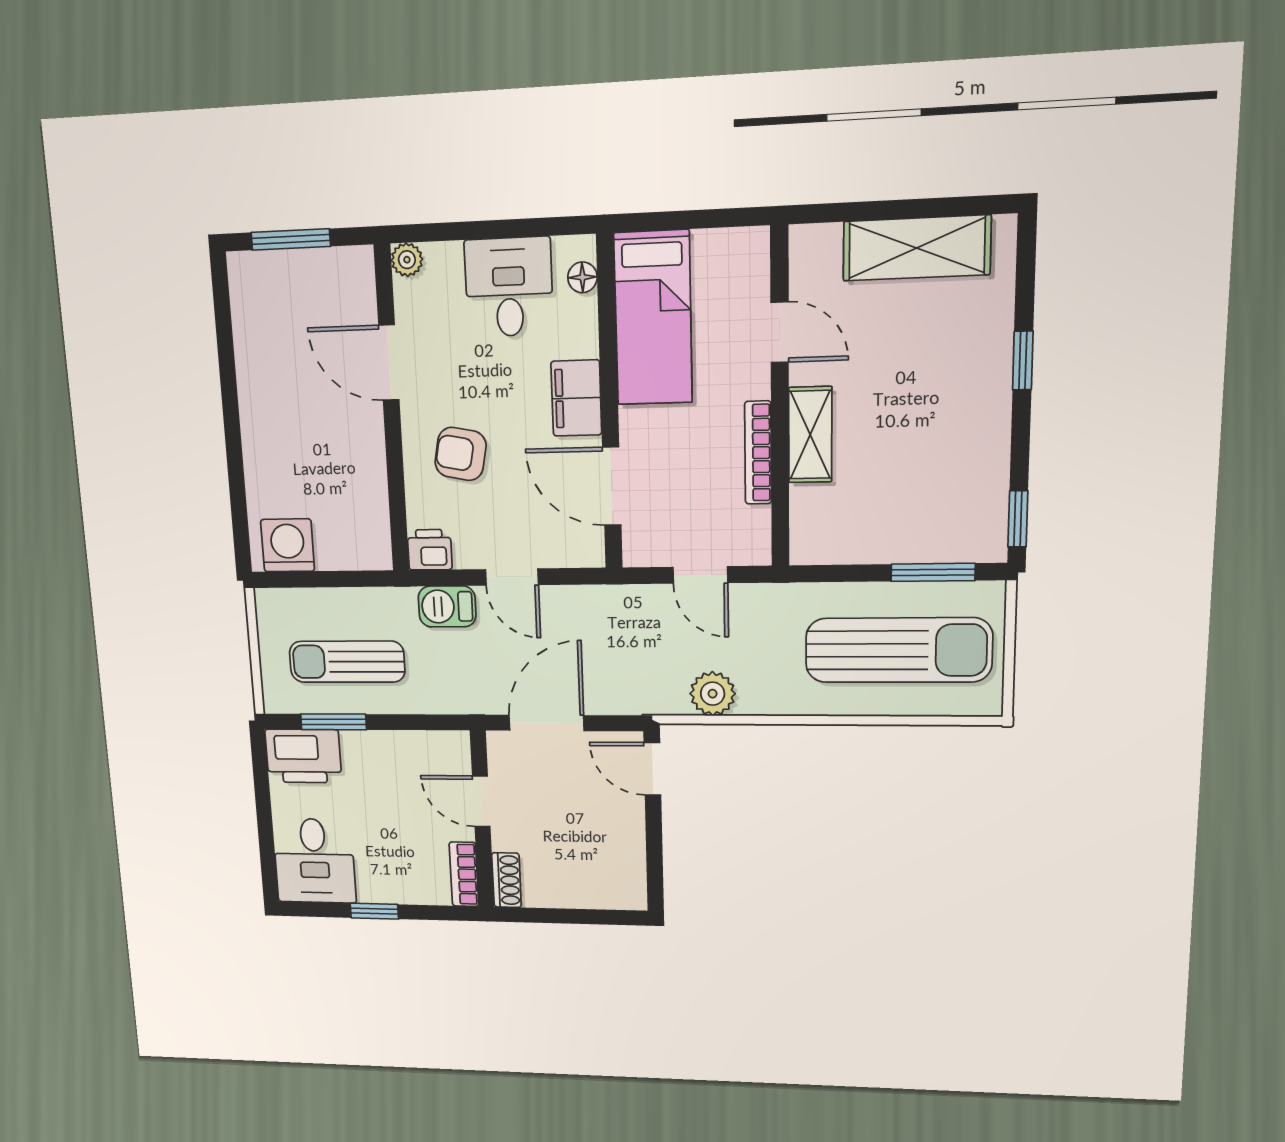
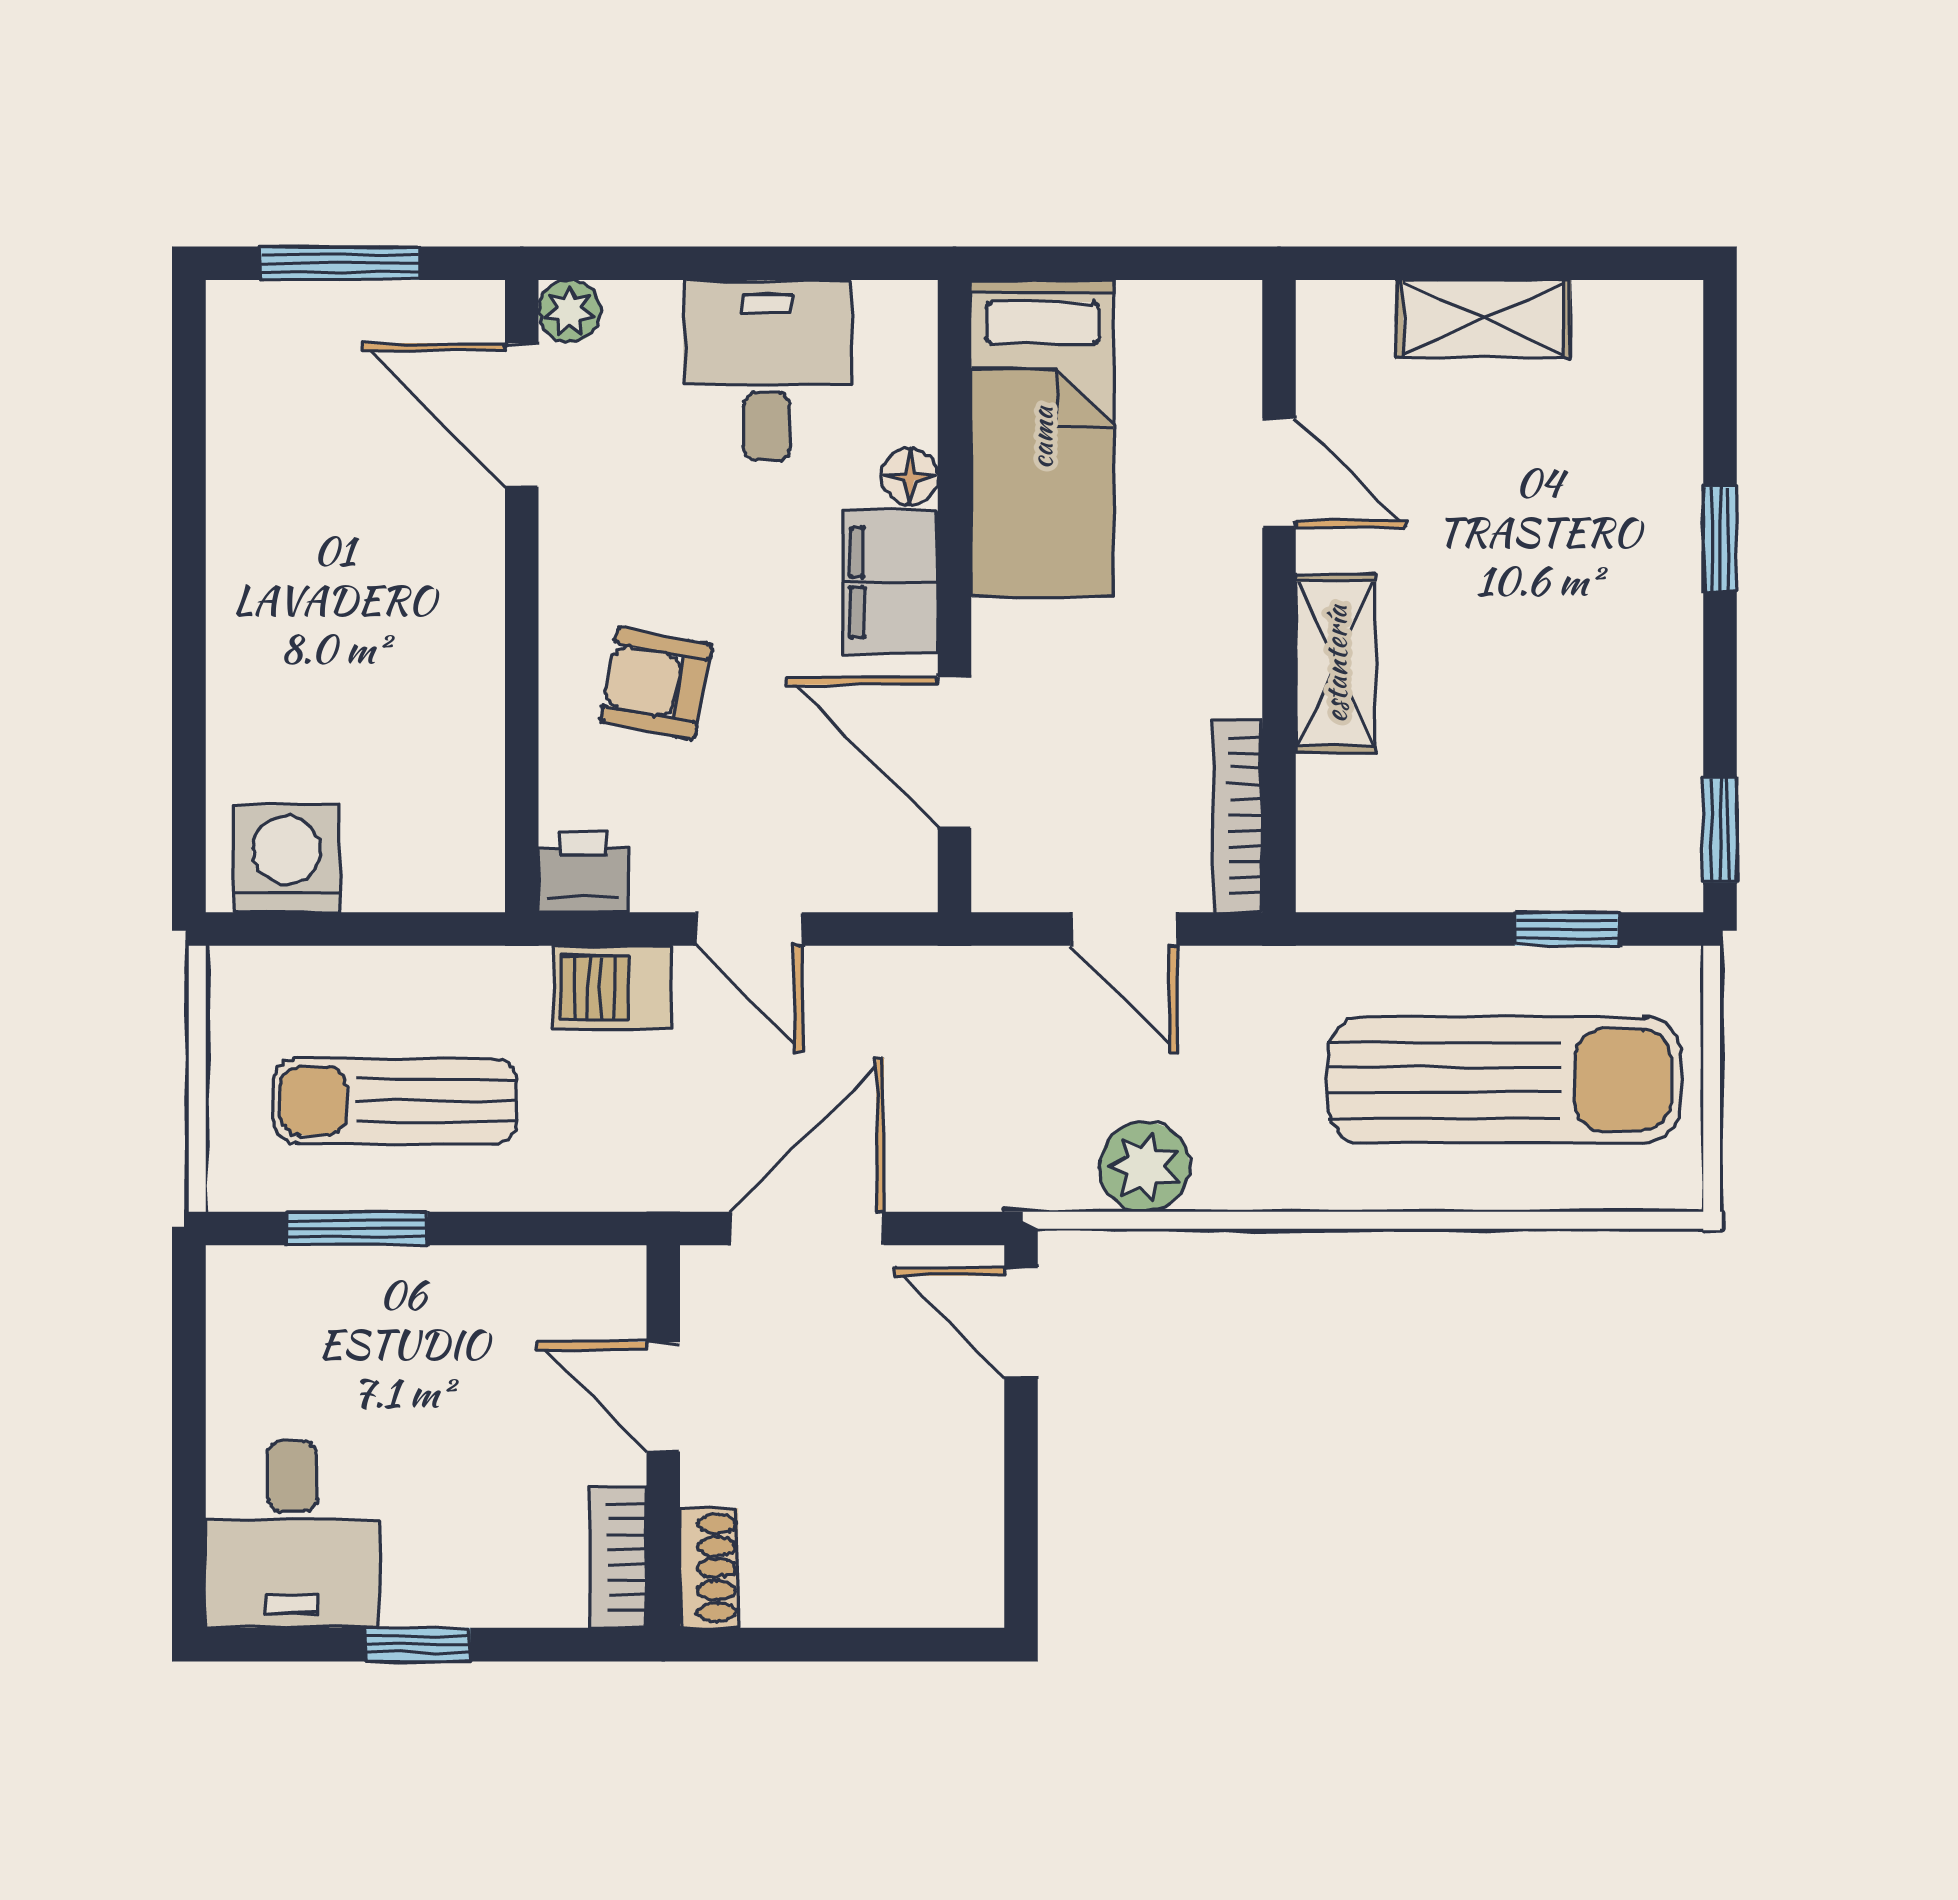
shelving: (917, 248) -> (1483, 319), width x0.67, depth x0.75
floor lamp: (582, 277) -> (910, 476), moved
door: (389, 363) -> (522, 415), moved
bookcase: (758, 453) -> (1237, 815), moved
window: (933, 572) -> (1567, 929), width x0.67
printer: (303, 756) -> (286, 1303), removed

